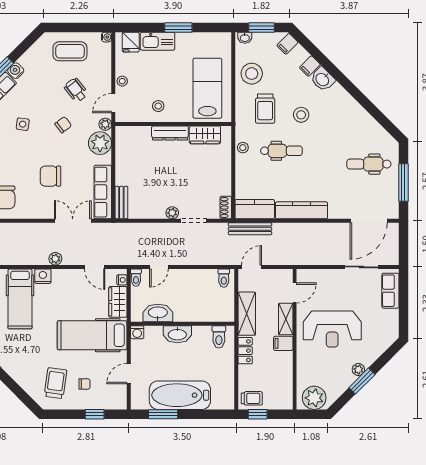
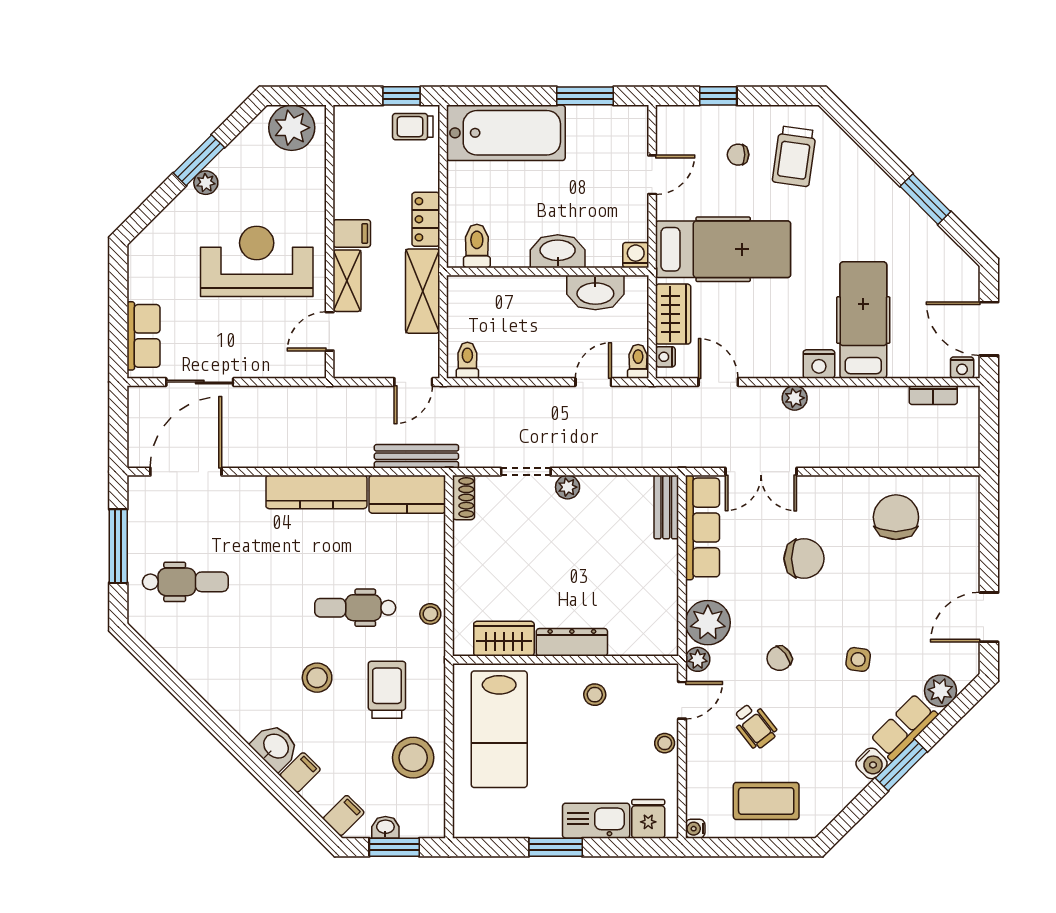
washbasin: (245, 38) -> (385, 827), moved
bathtub: (180, 395) -> (506, 133), moved

